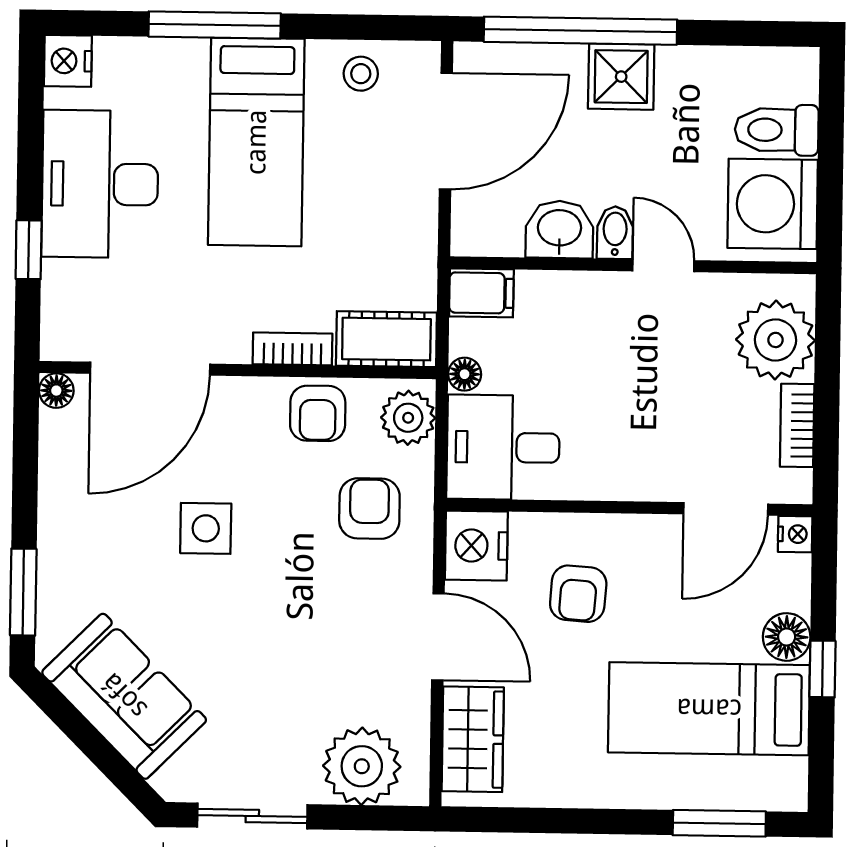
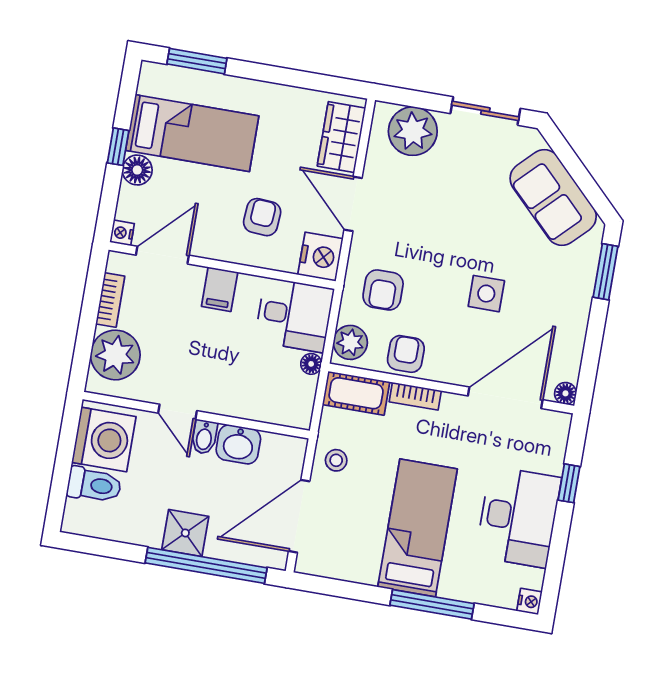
nightstand: (68, 61) -> (529, 601), width x0.72, depth x0.74
stool: (361, 74) -> (336, 460), moved
filing cabinet: (481, 293) -> (220, 289), moved, turned -90

